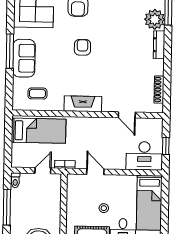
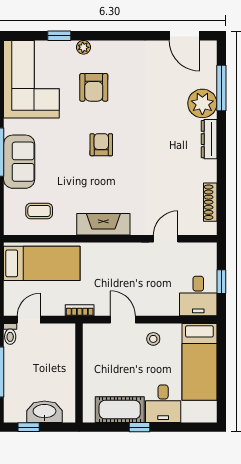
door: (127, 115) -> (166, 239), swing flipped
desk: (144, 156) -> (198, 296), width x0.73
door: (43, 171) -> (29, 320), moved
stool: (104, 208) -> (153, 339), moved

